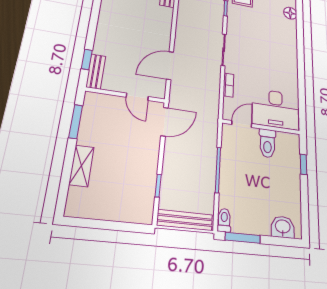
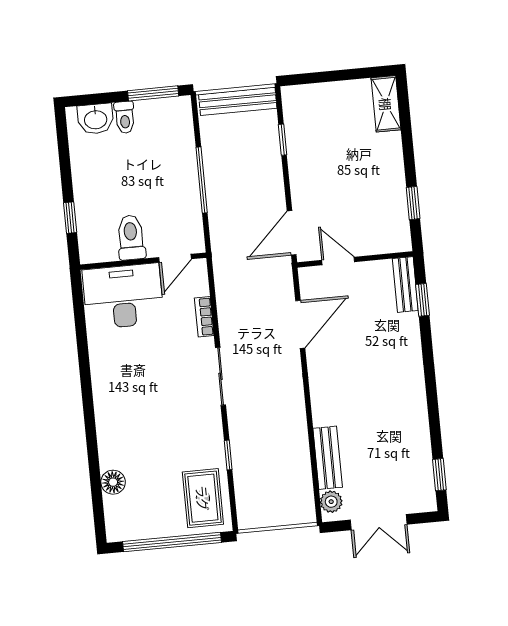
window: (76, 122) -> (413, 203), width x0.67
shelving: (81, 166) -> (386, 104), moved
toilet: (224, 220) -> (125, 117), moved

